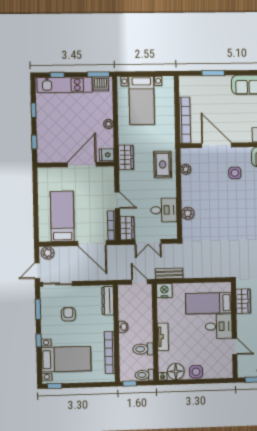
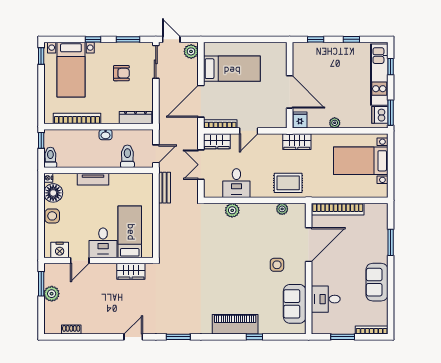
nightstand: (164, 291) -> (60, 250), moved, turned 90
toilet: (143, 349) -> (127, 156), moved

